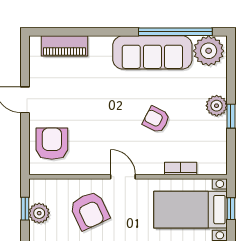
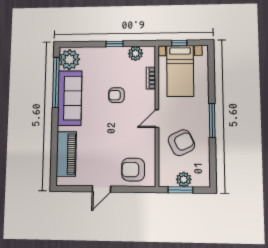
piano: (64, 46) -> (66, 154), width x1.37, depth x1.33
plant: (217, 106) -> (136, 53), moved
armchair: (156, 120) -> (116, 95), turned 63
window: (25, 209) -> (180, 190), width x1.50

